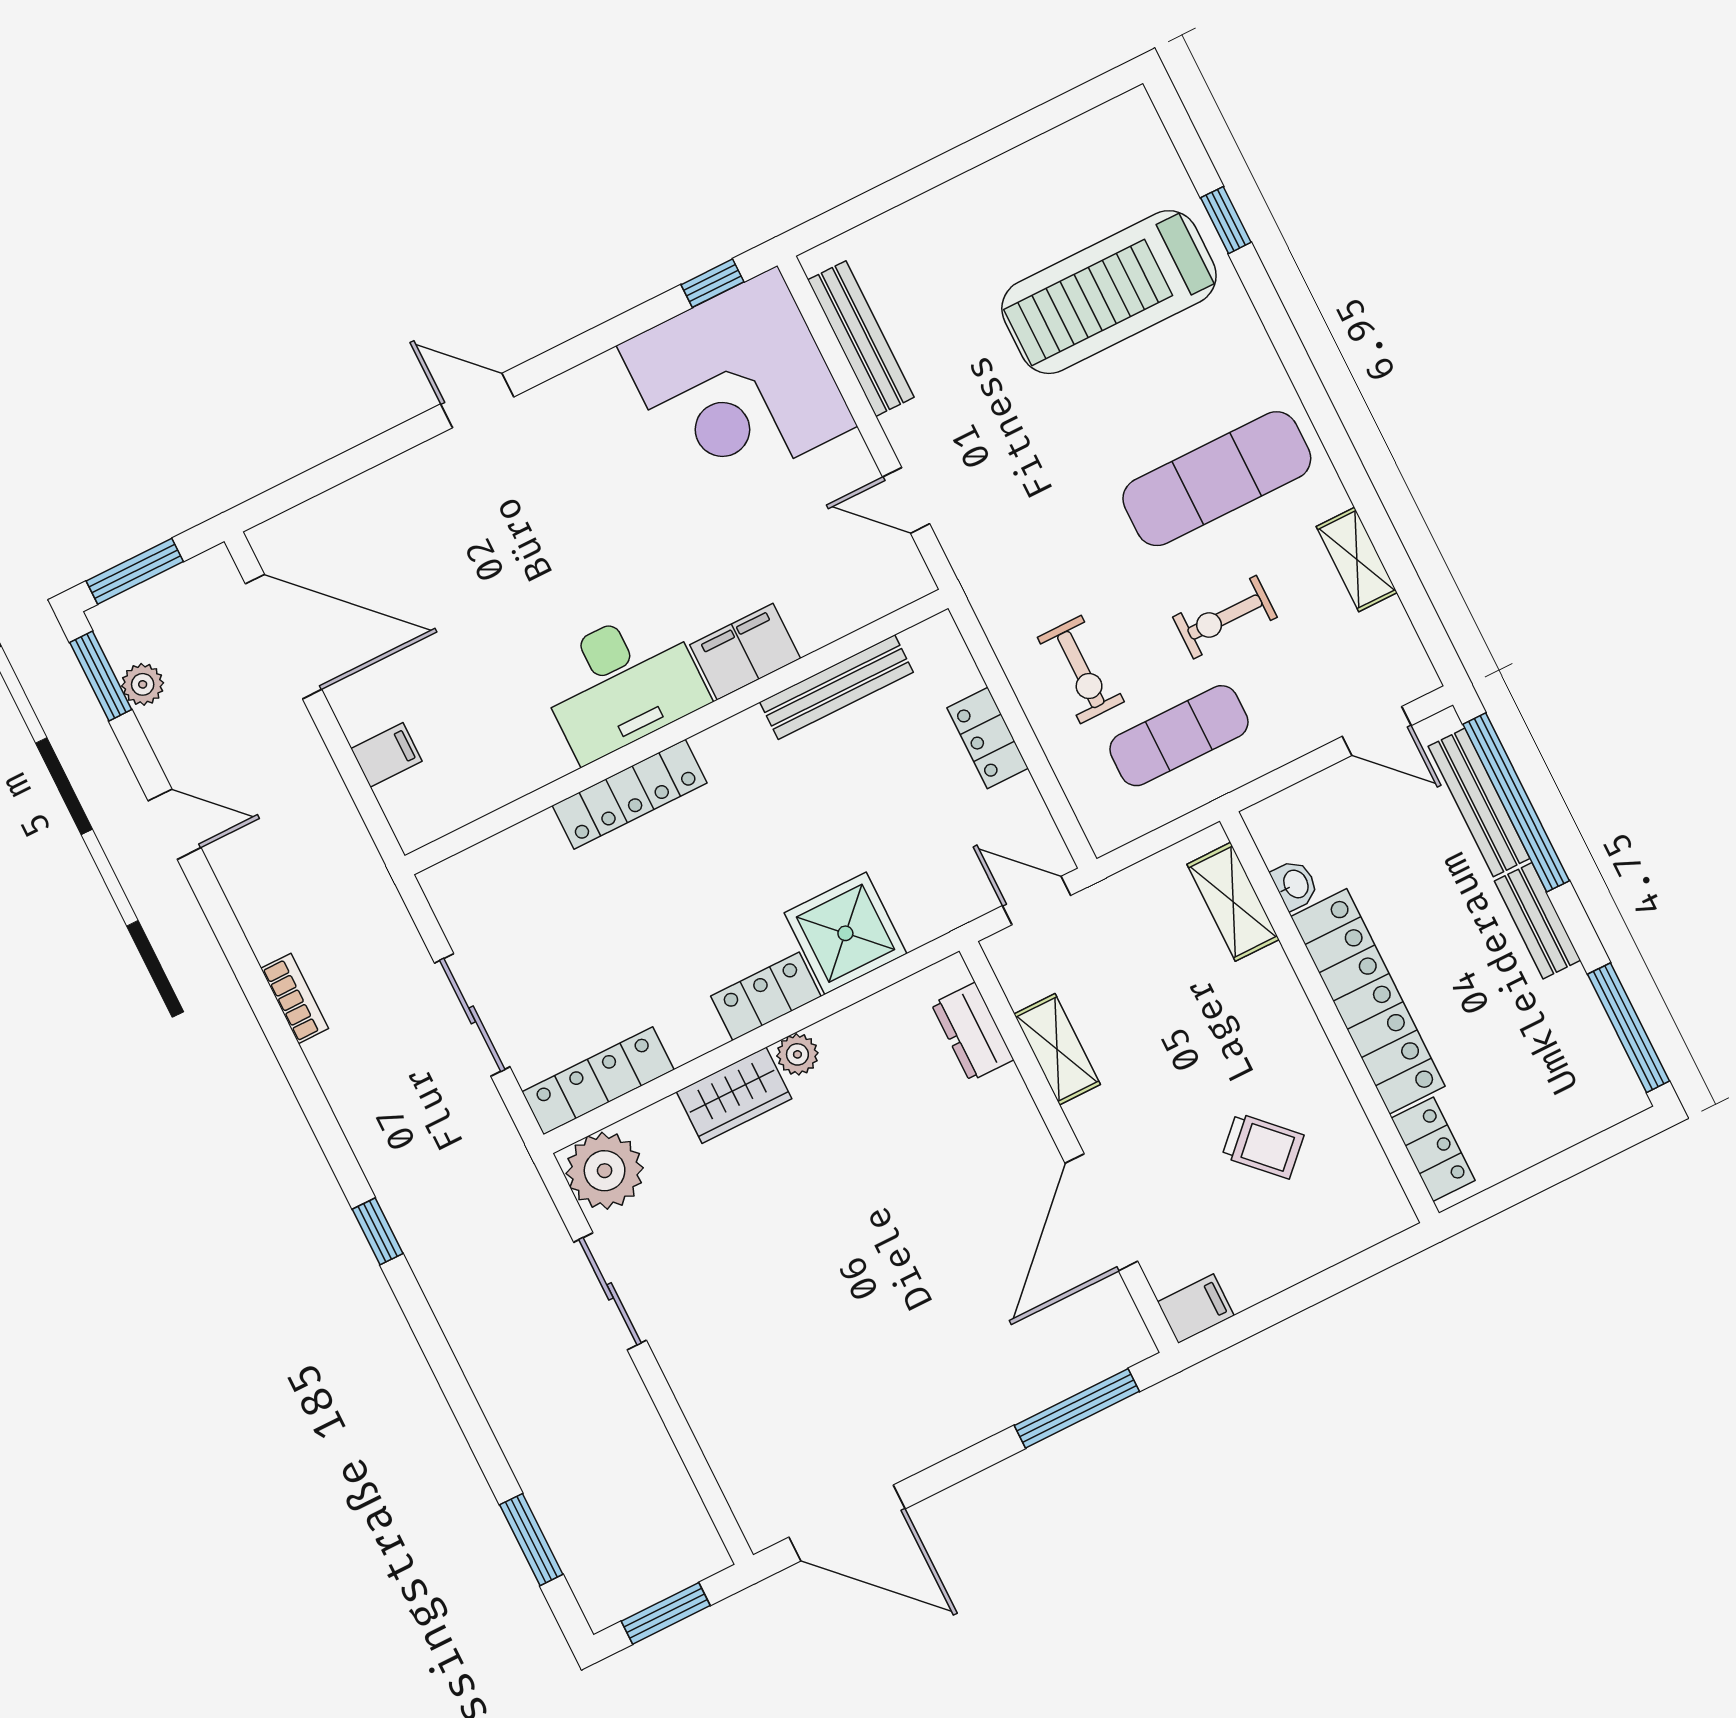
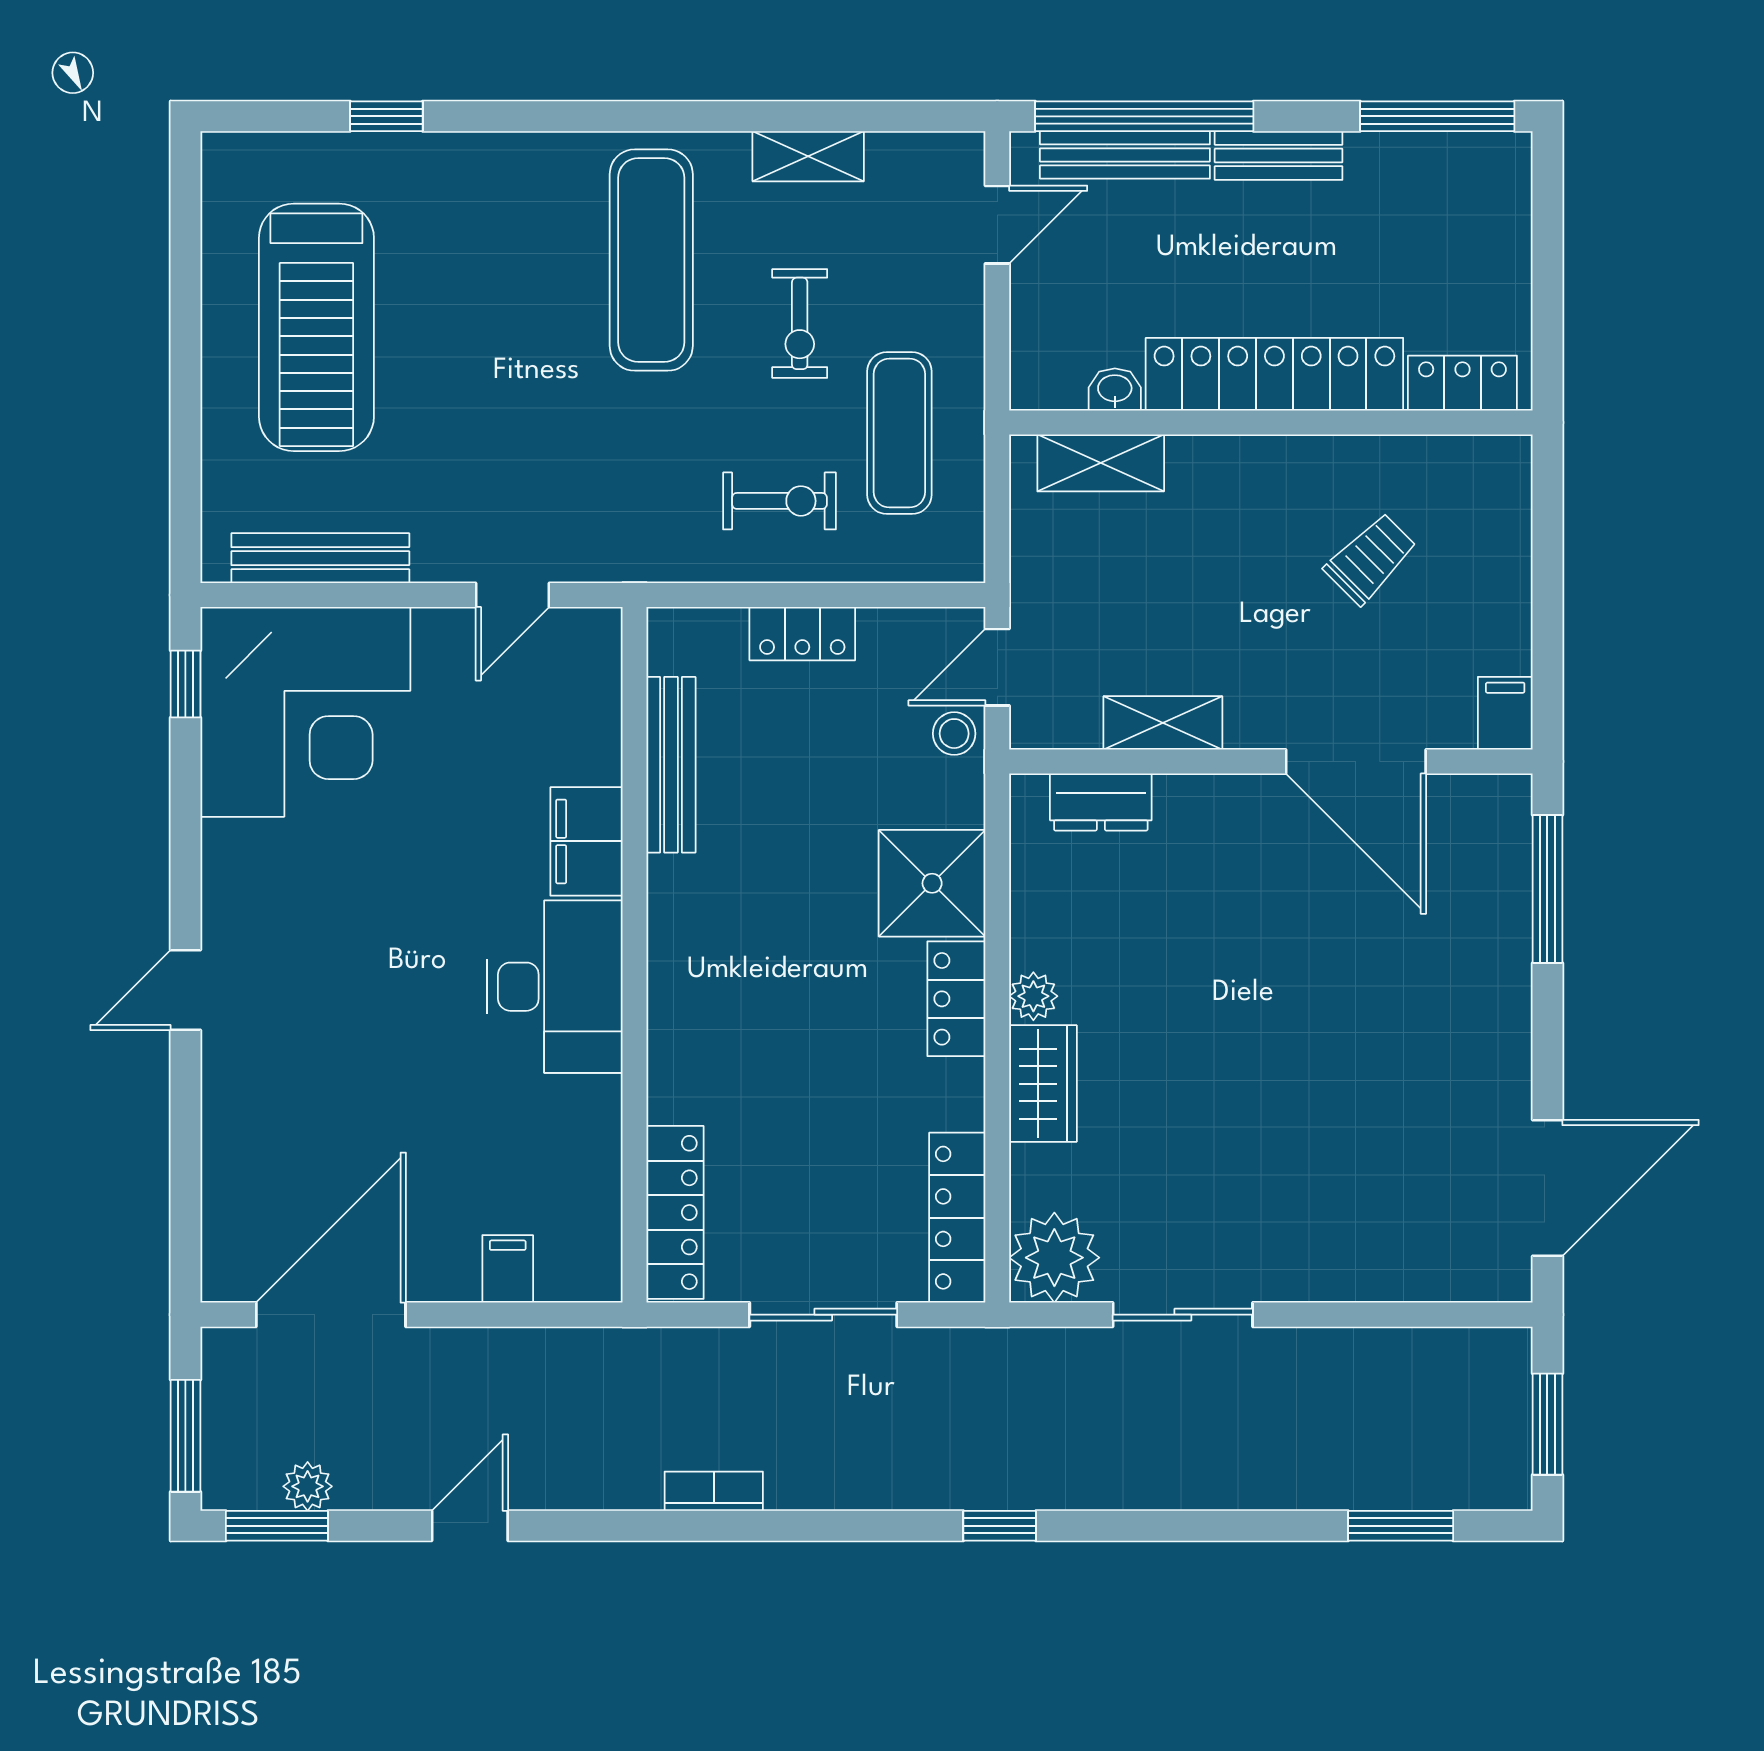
treadmill: (1109, 292) -> (316, 327), moved
locker: (630, 794) -> (675, 1212), moved
stool: (969, 893) -> (954, 734), added

